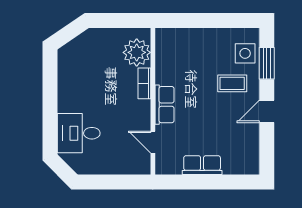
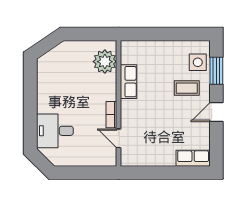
bookcase: (144, 83) -> (111, 115), moved
row of seats: (164, 105) -> (129, 82), moved
row of seats: (202, 165) -> (193, 158), moved

